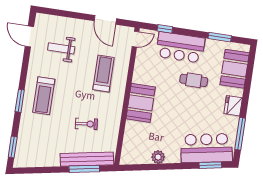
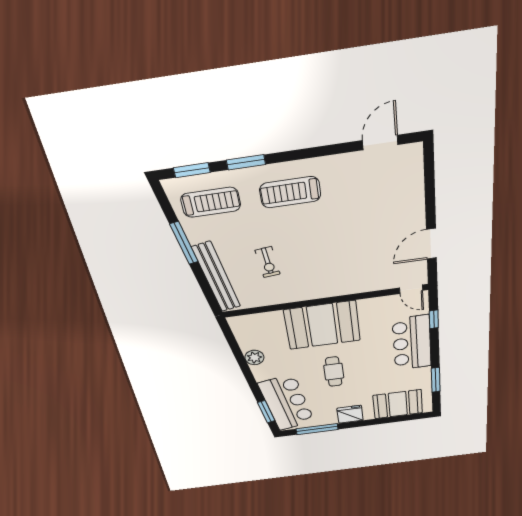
weight bench: (61, 48) -> (373, 196), removed
treadmill: (103, 73) -> (211, 202), moved
cafe table: (194, 80) -> (334, 372), moved
window: (20, 101) -> (246, 162), moved
booth: (141, 103) -> (322, 325), width x1.36, depth x1.42
window: (84, 169) -> (184, 243), moved

